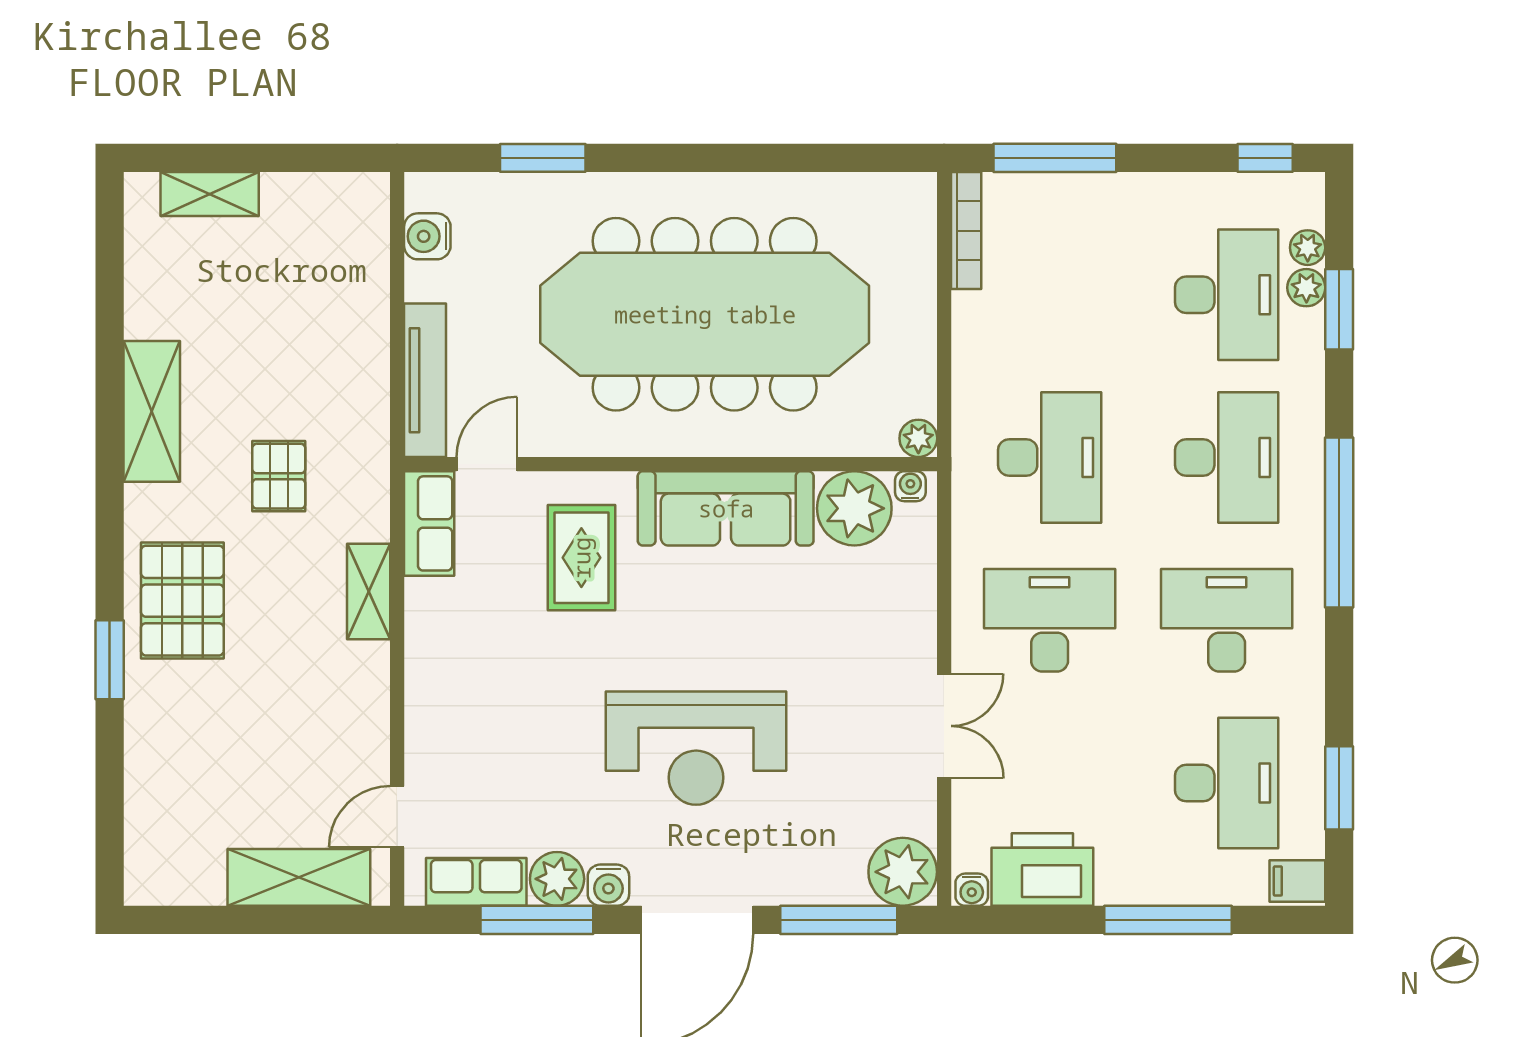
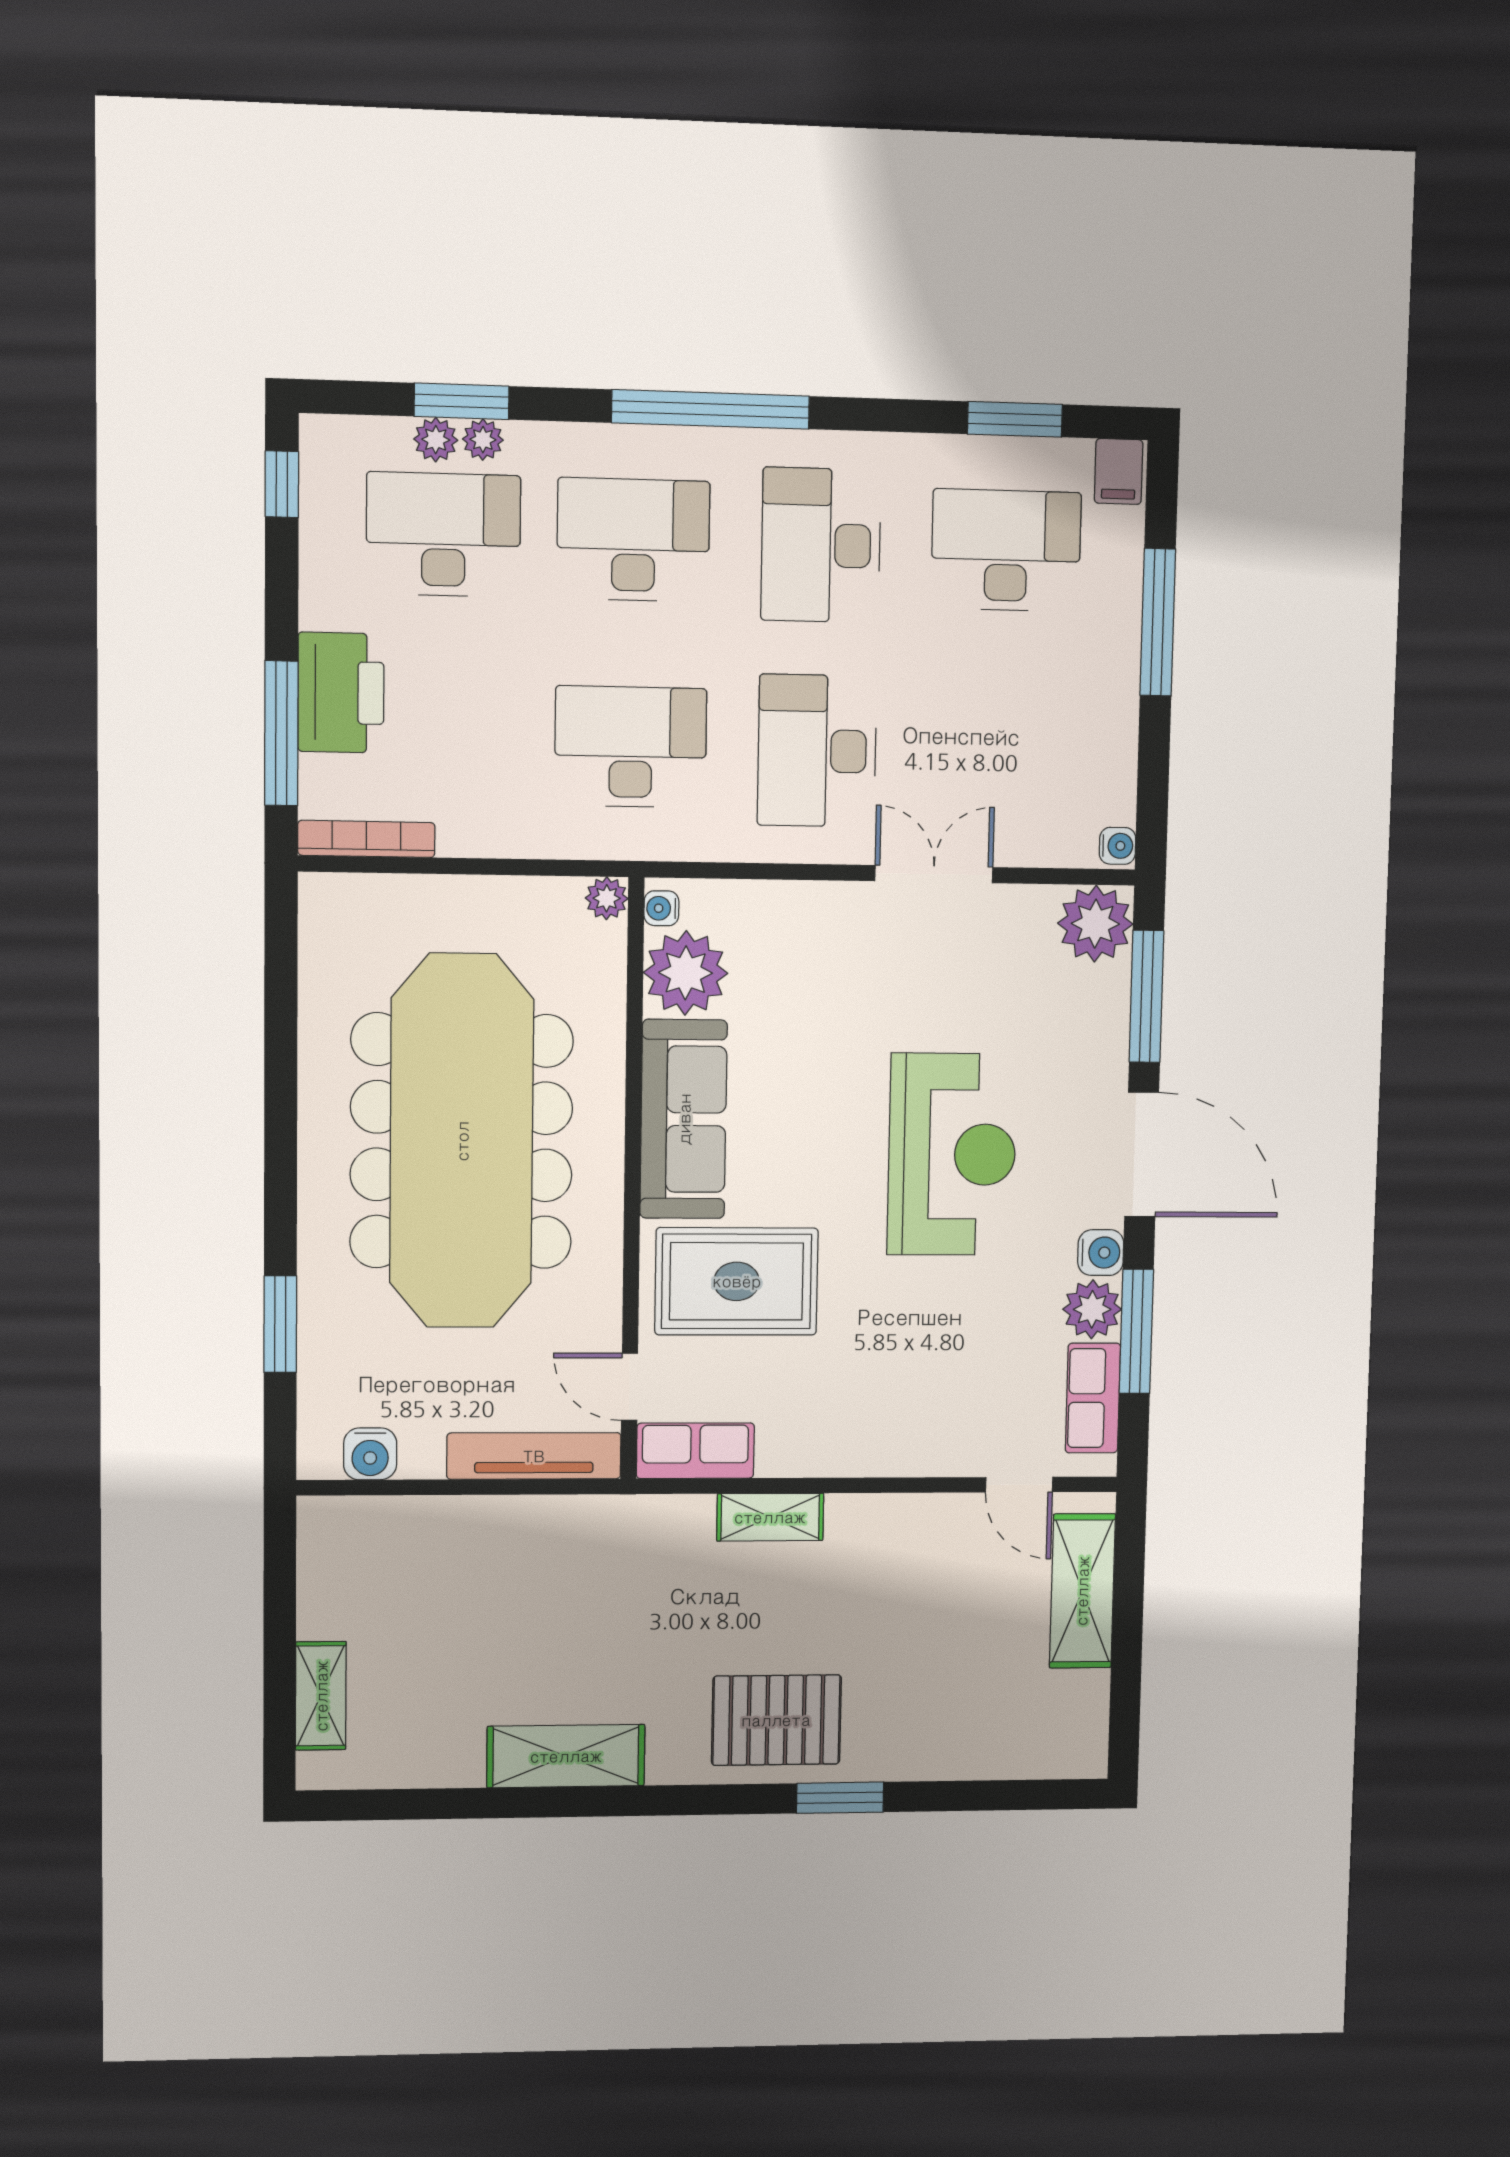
plant: (1308, 248) -> (483, 440), moved
pallet: (279, 476) -> (640, 1617), removed
rug: (581, 558) -> (737, 1281), width x1.36, depth x1.43
printer: (1042, 869) -> (341, 693), moved, turned 180

